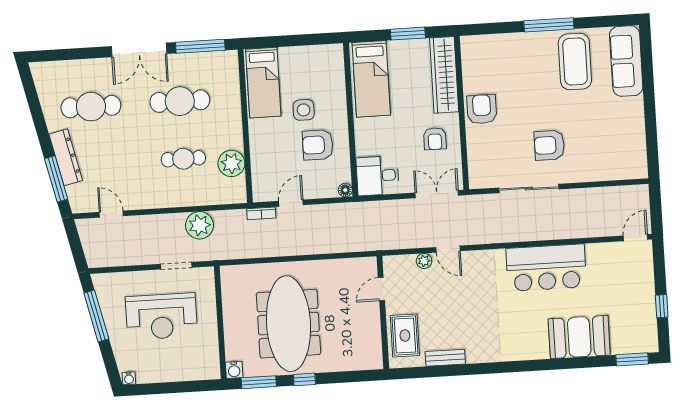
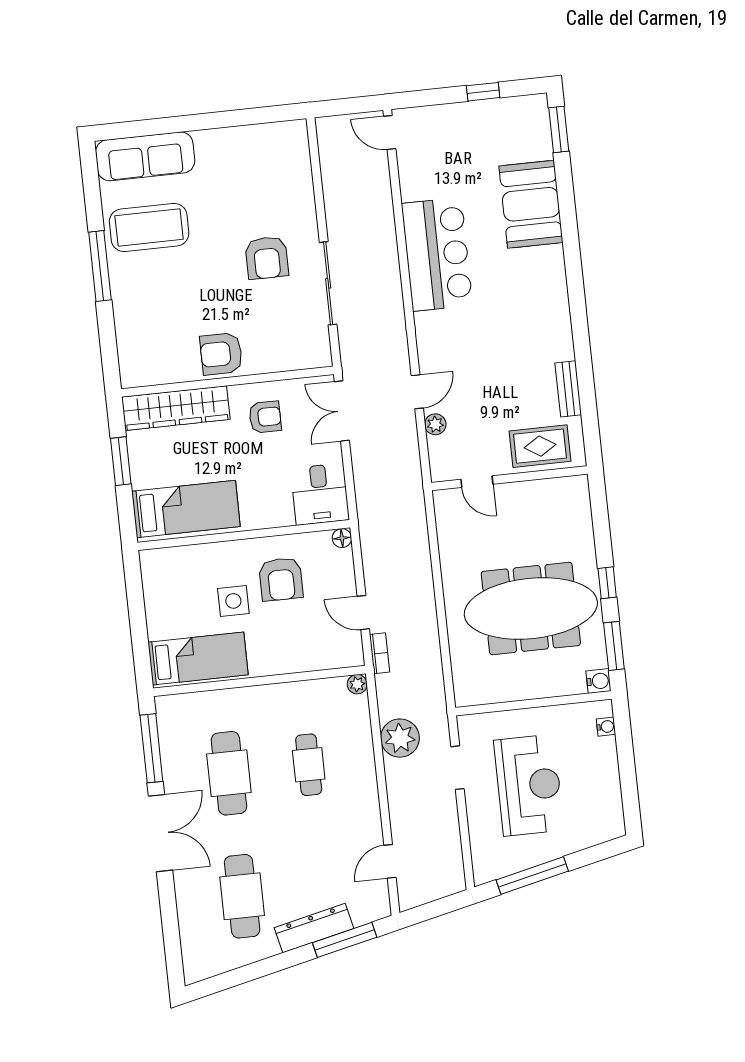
plant: (231, 163) -> (357, 684), moved, width x0.53, depth x0.53
water cooler: (129, 378) -> (606, 727), moved

